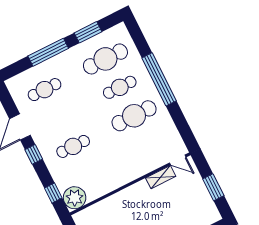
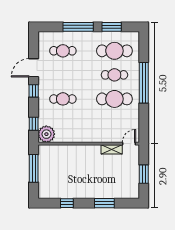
door: (178, 160) -> (129, 144), swing flipped

